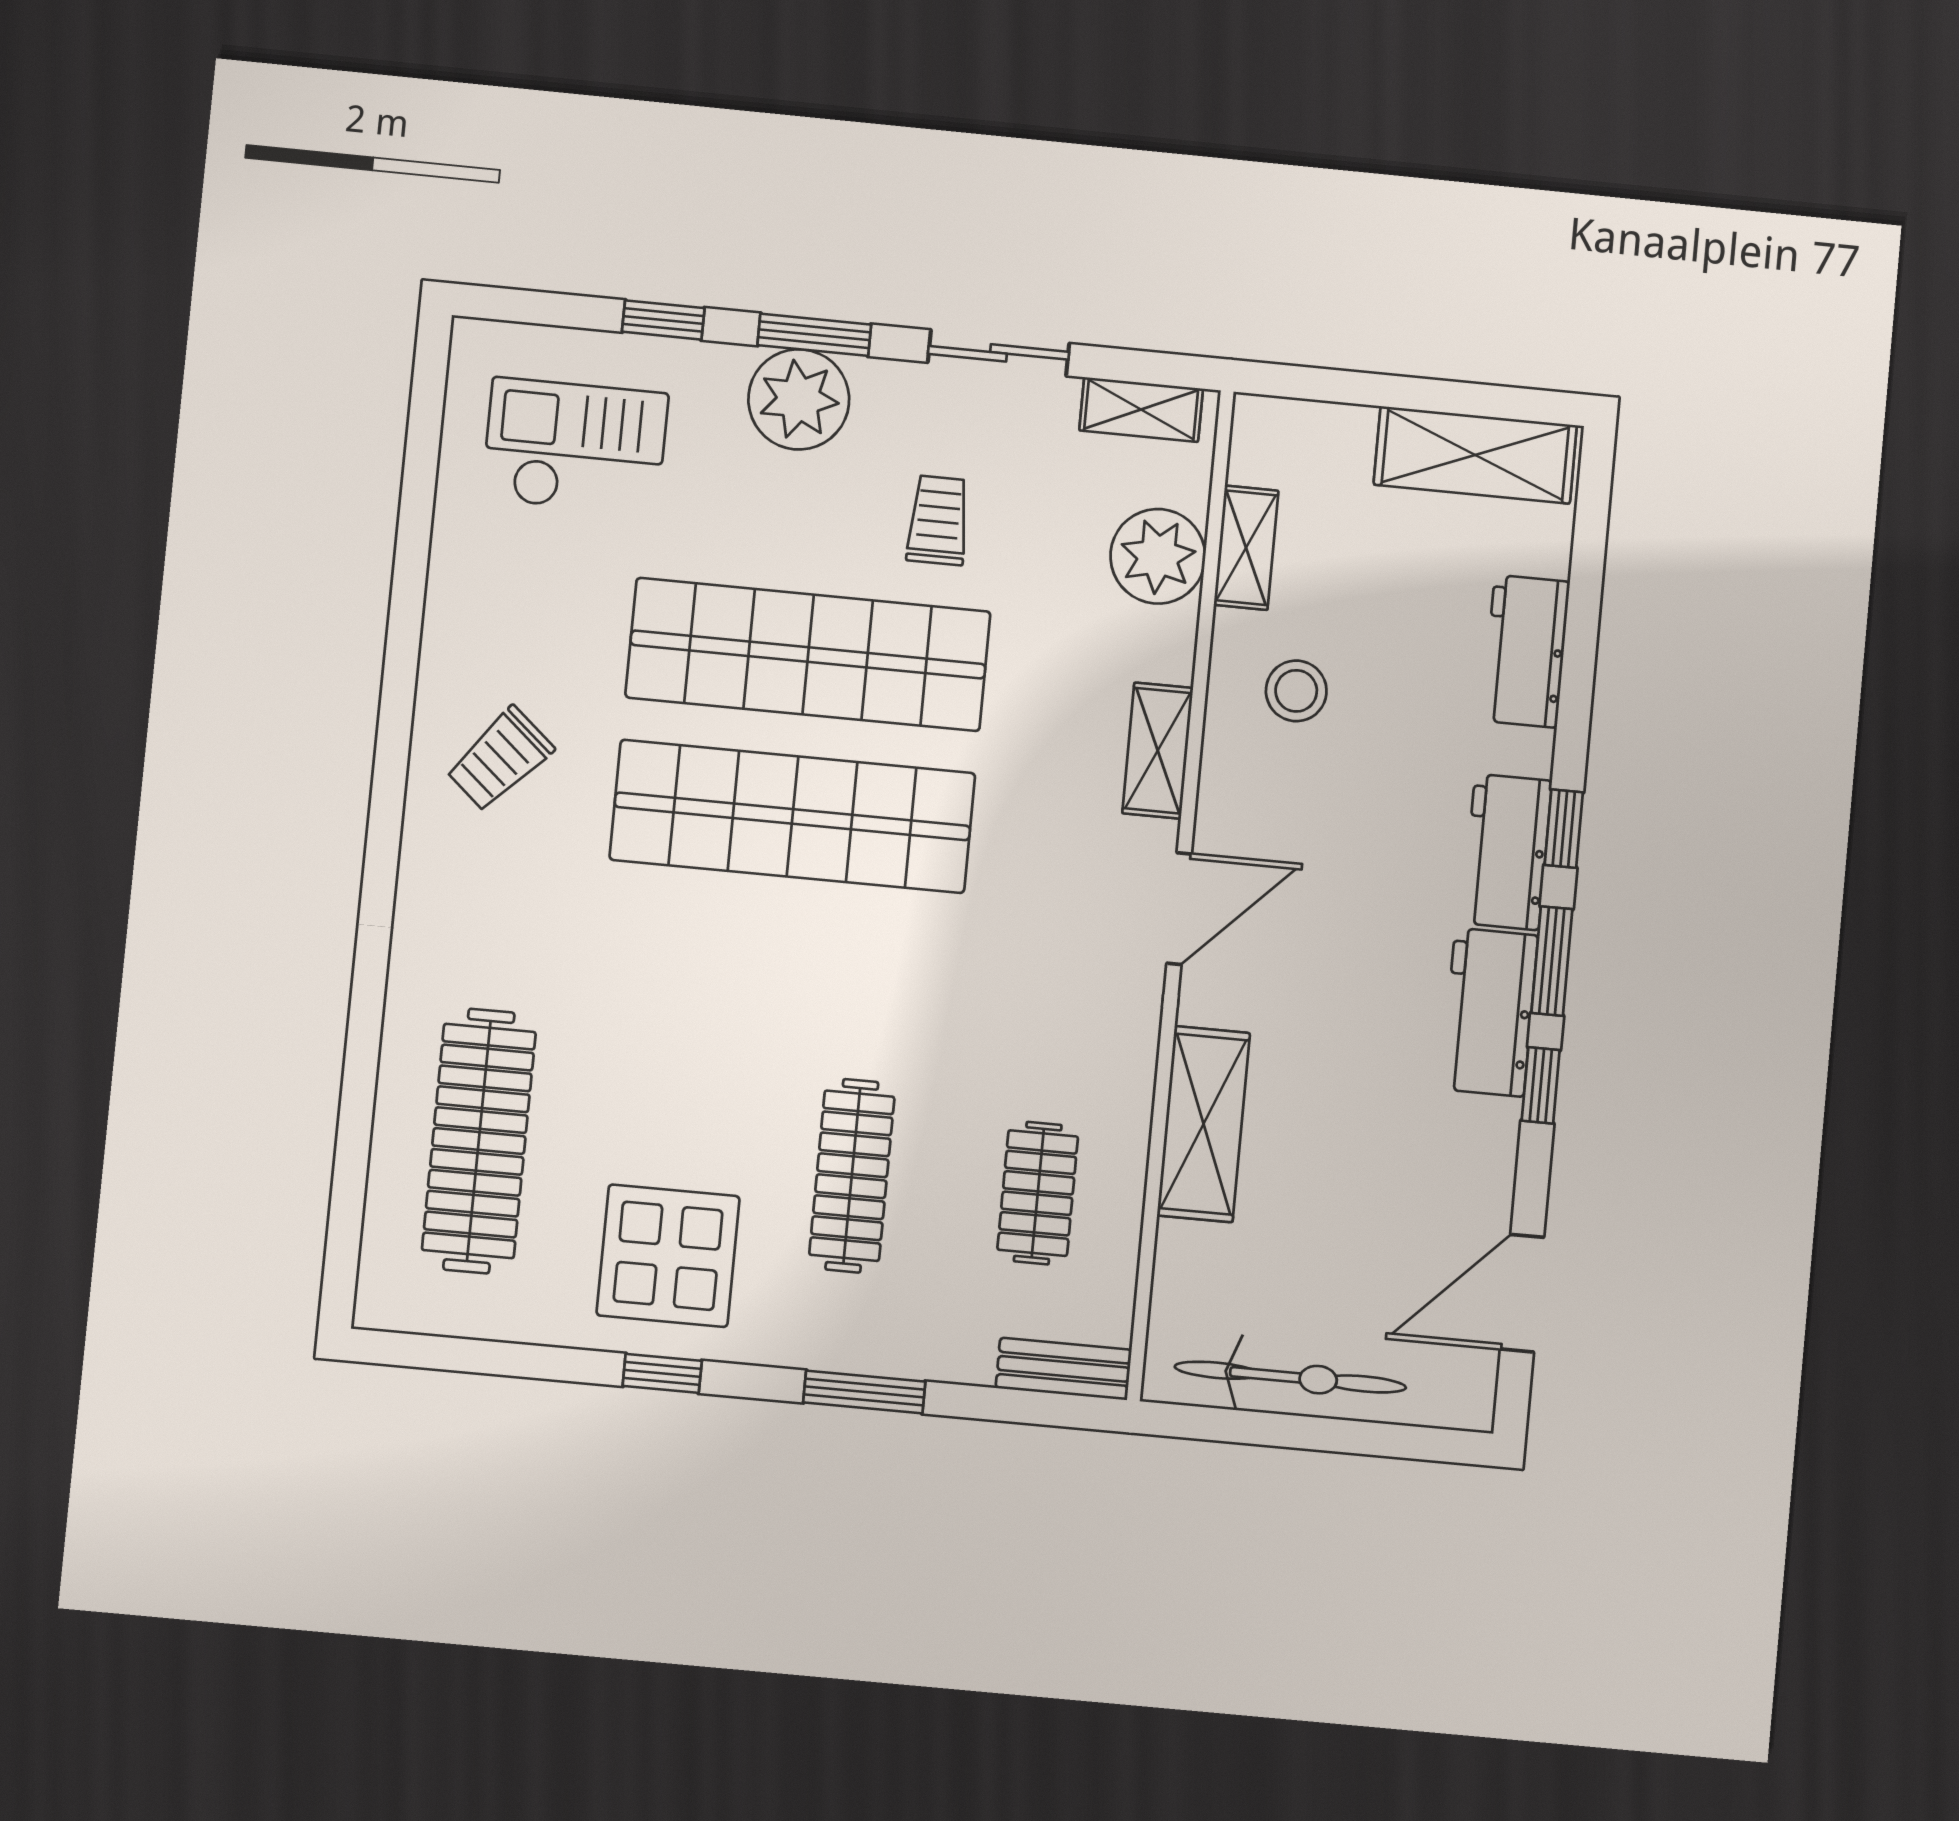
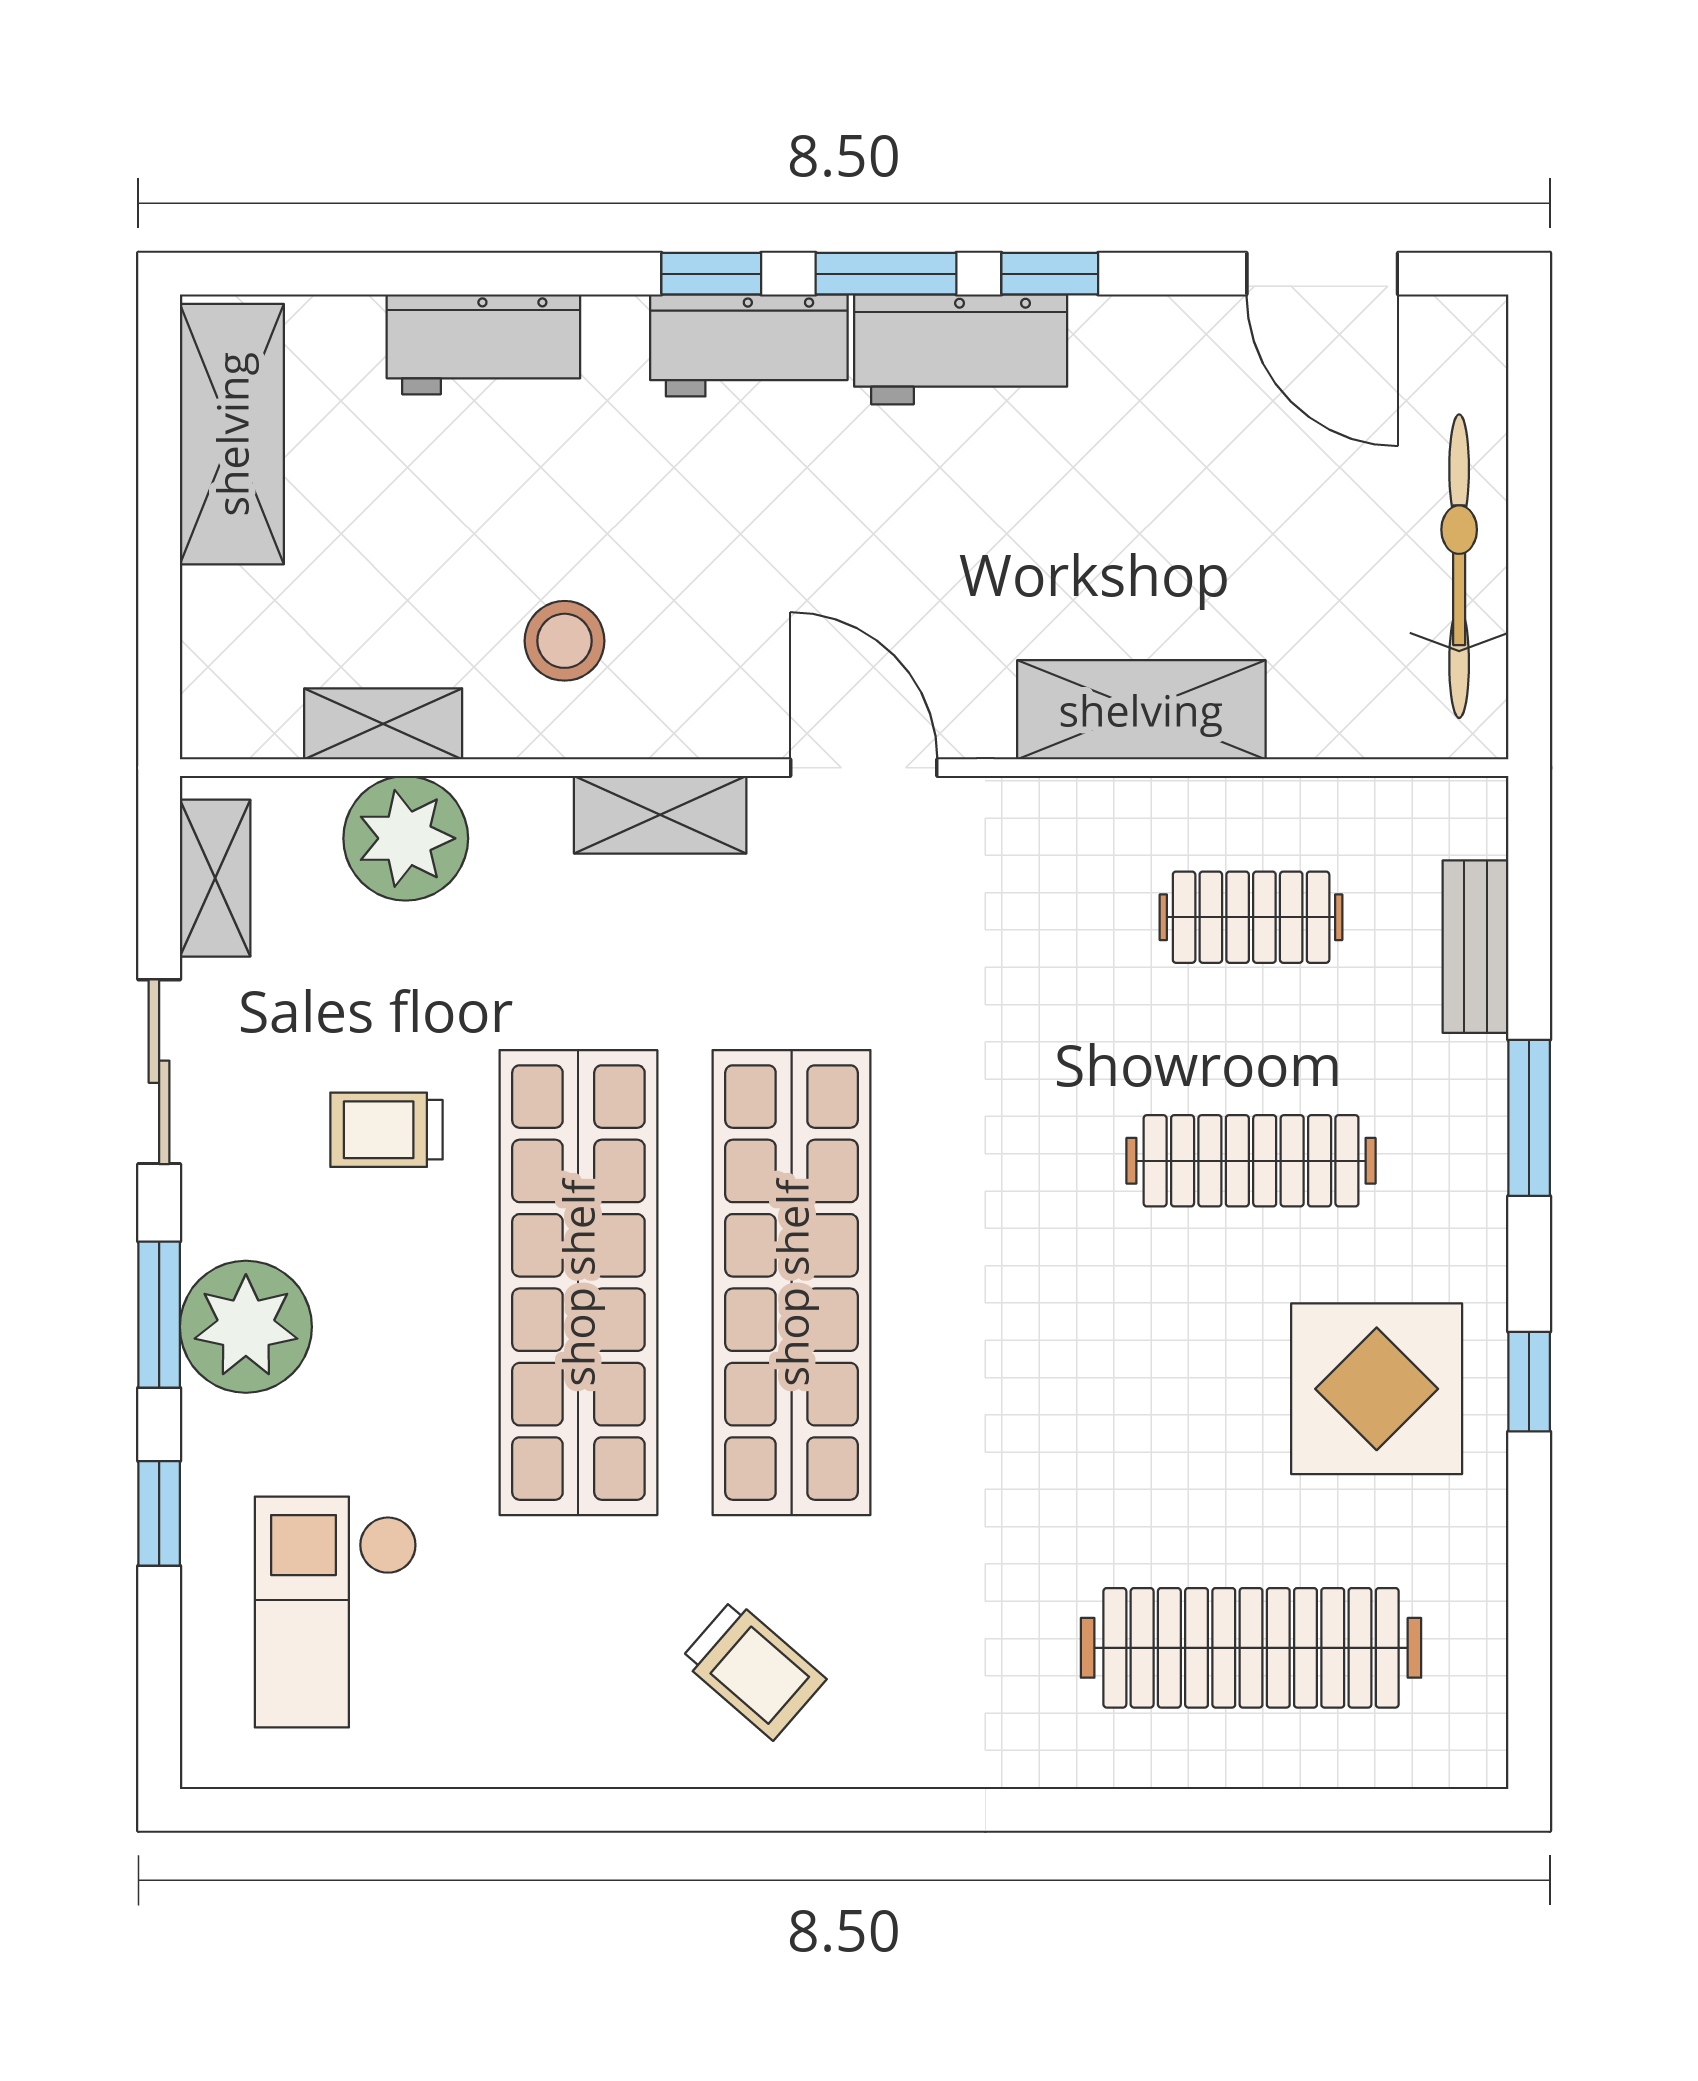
bench: (1064, 1369) -> (1476, 947), moved

